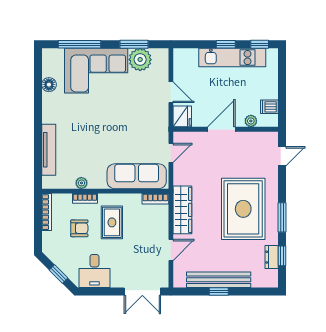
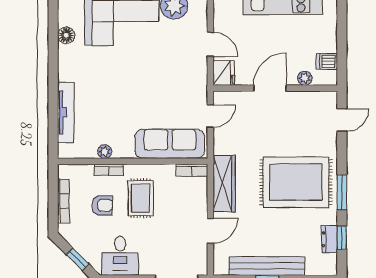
rug: (243, 209) -> (296, 182), turned 90
bookcase: (47, 212) -> (63, 201), moved

